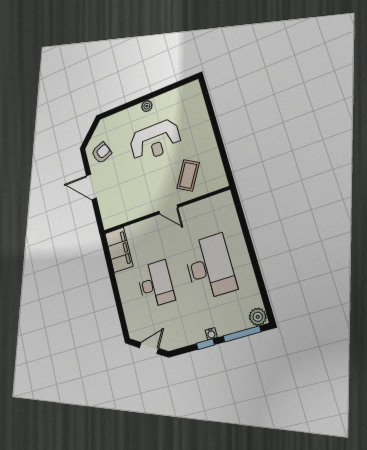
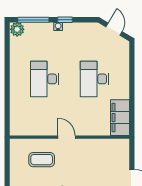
coffee table: (188, 175) -> (42, 160), turned 60
desk: (210, 267) -> (45, 79), width x0.73, depth x0.77
door: (149, 348) -> (114, 29), swing flipped

